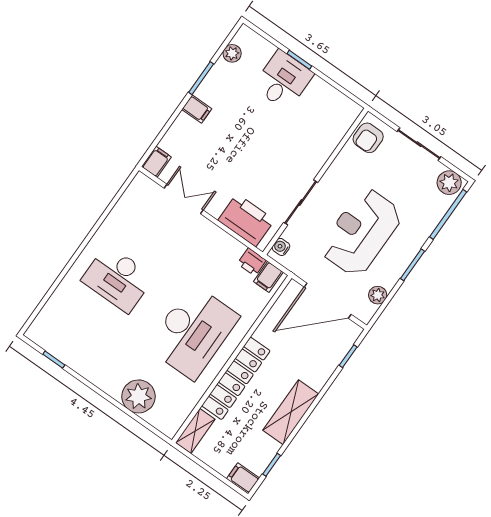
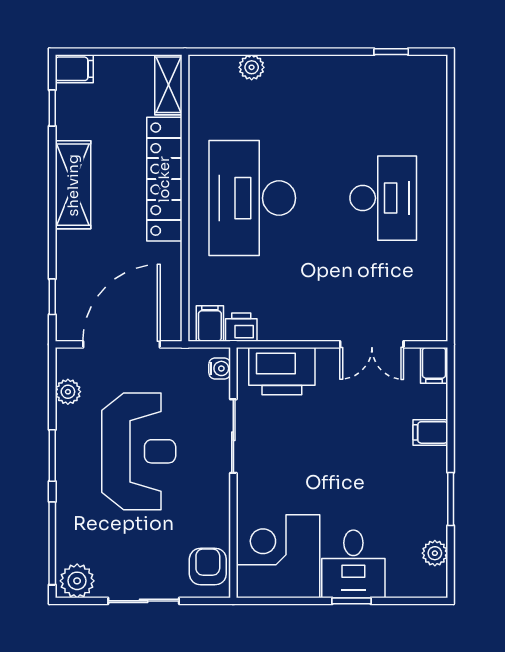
filing cabinet: (197, 109) -> (430, 432), moved
corner desk: (324, 115) -> (278, 556), added
desk: (118, 279) -> (383, 198), turned 90
plant: (138, 396) -> (252, 67), width x0.53, depth x0.53

